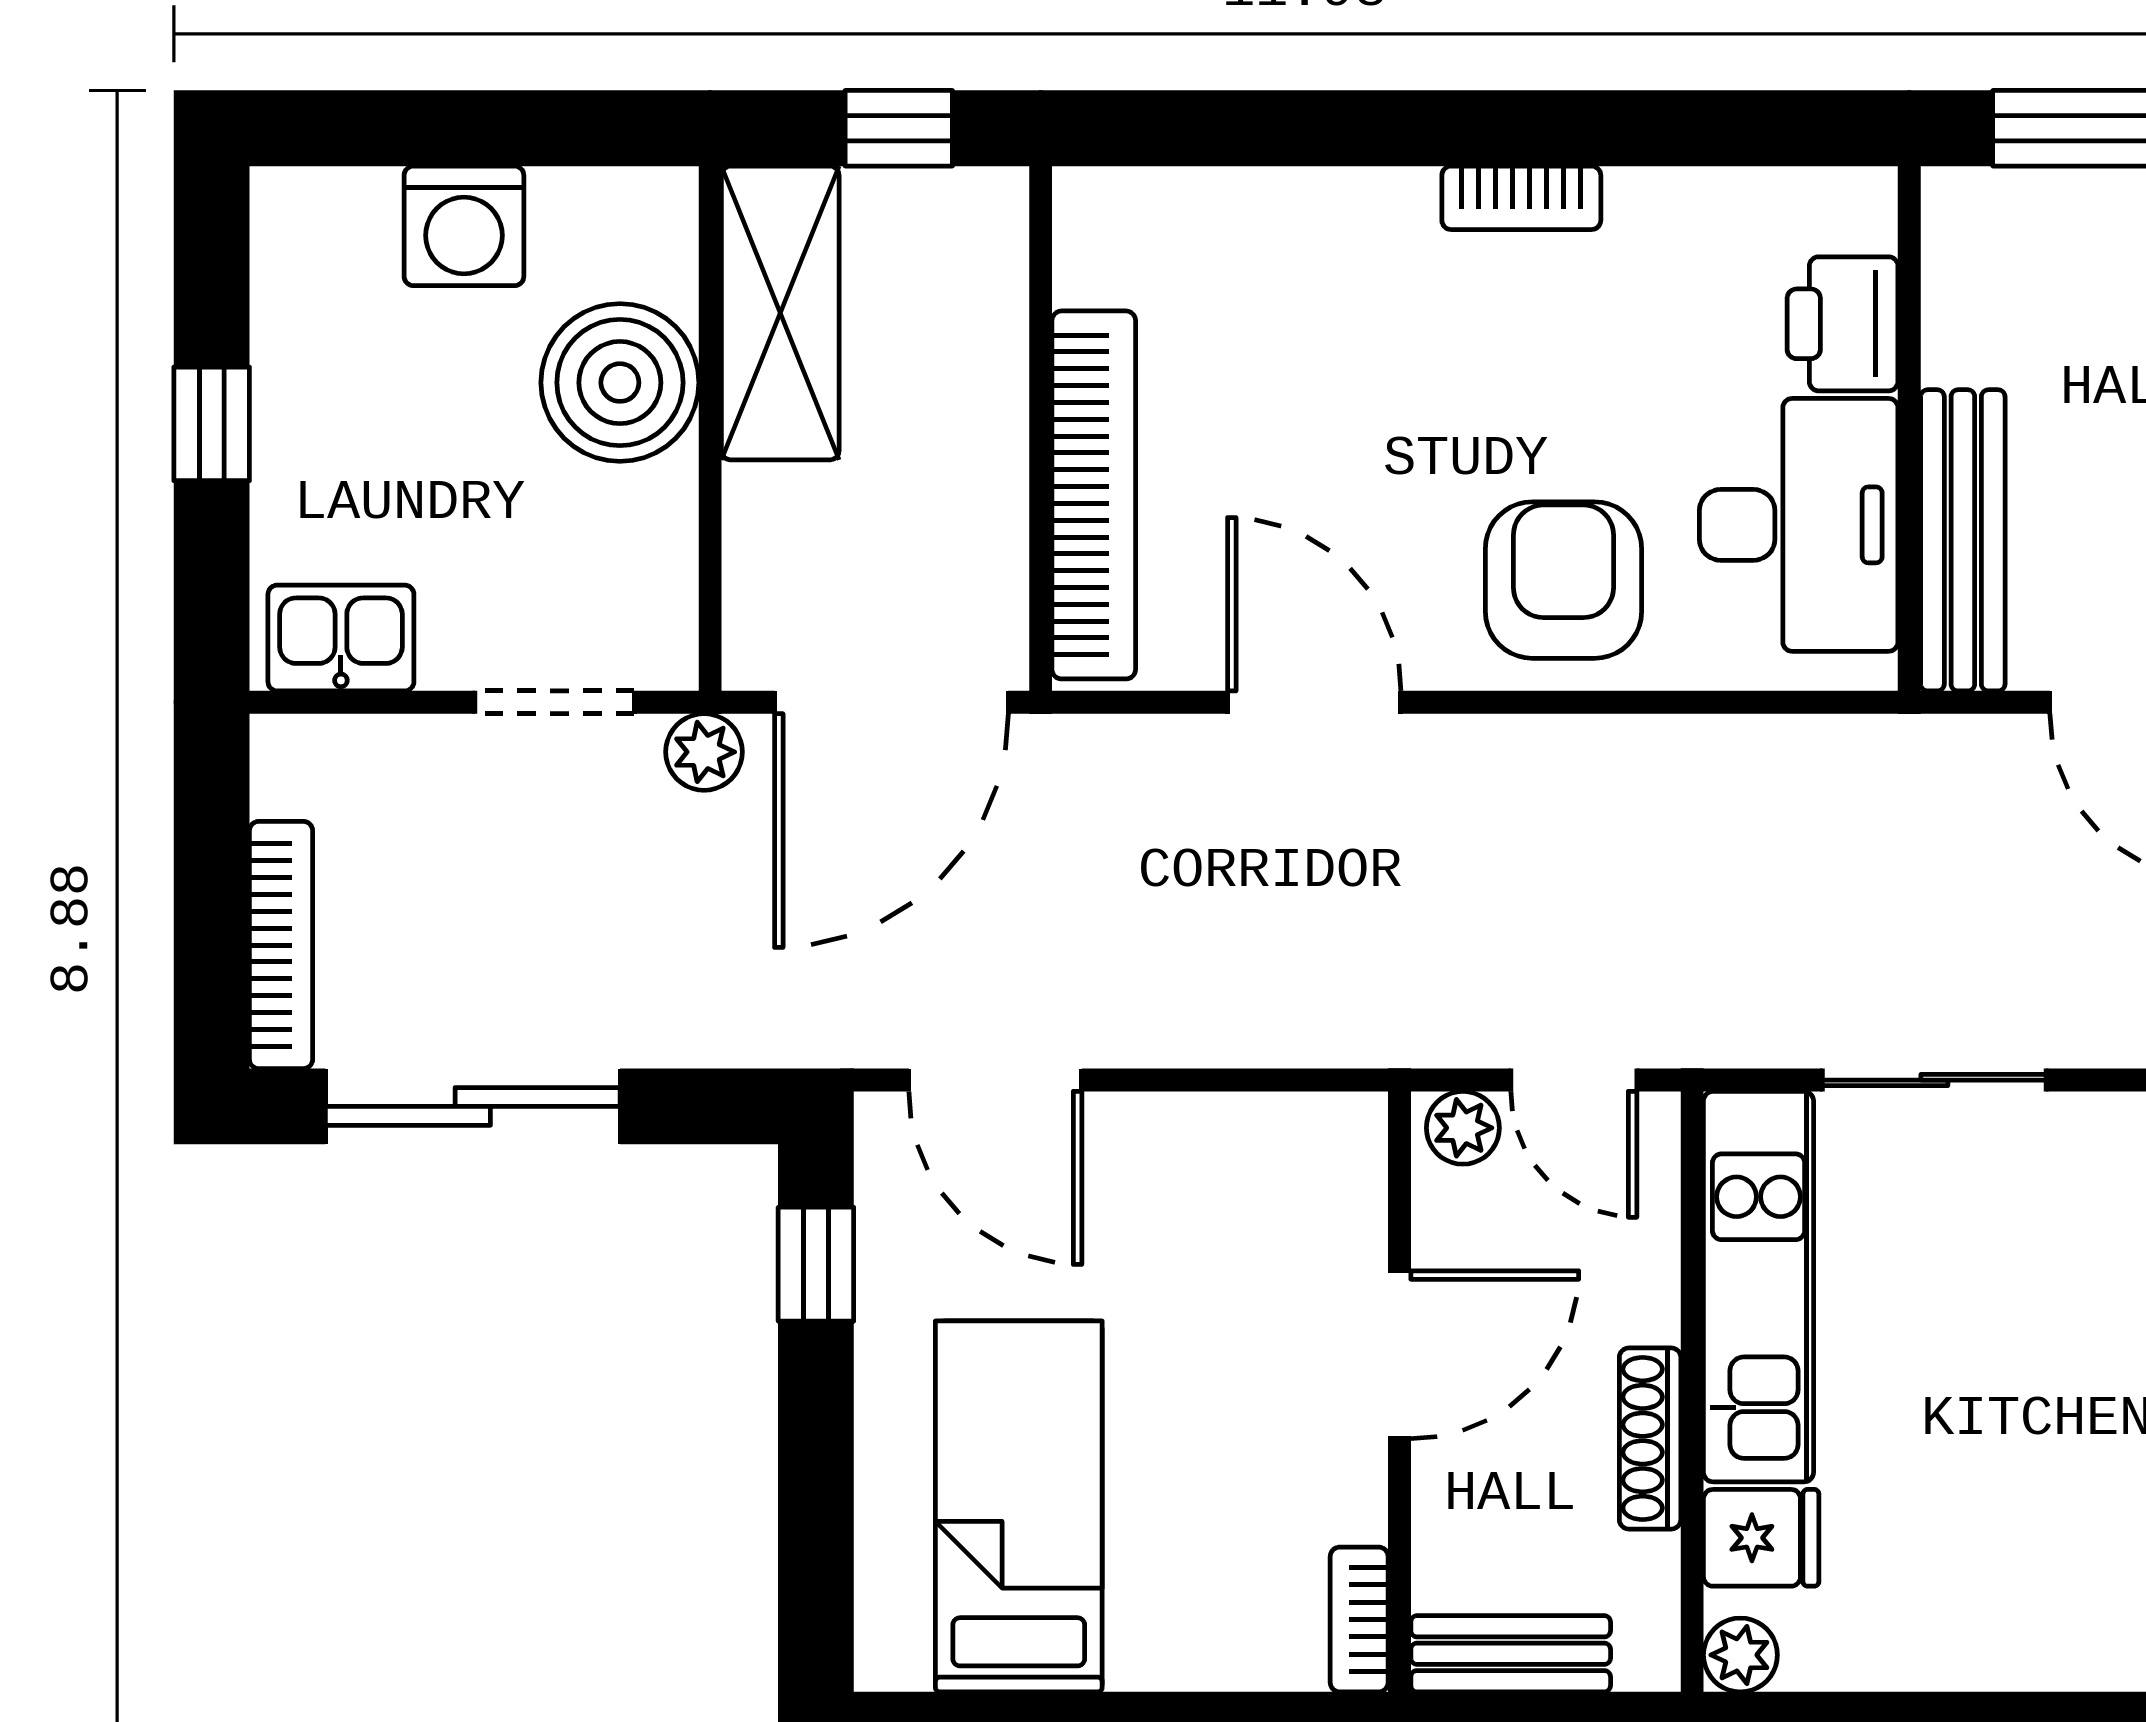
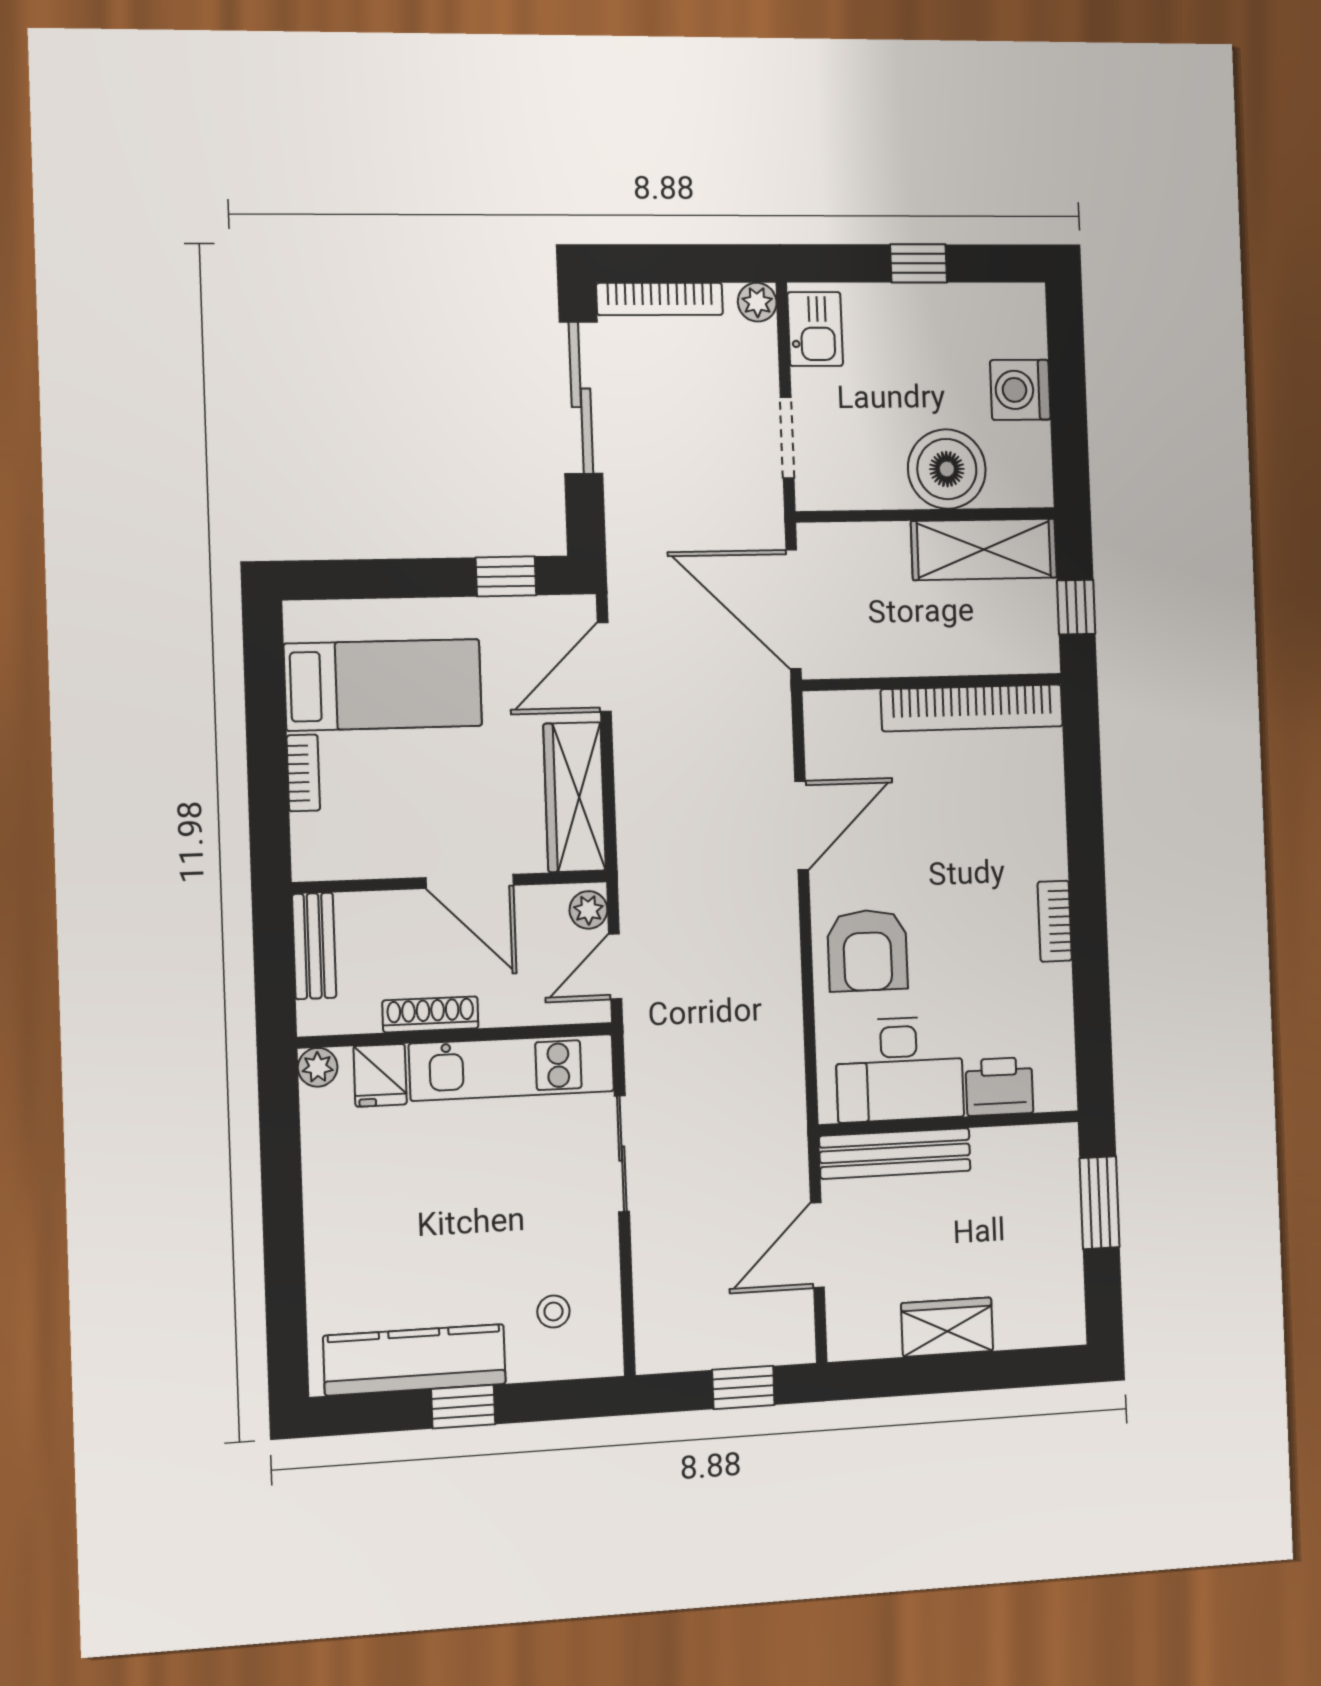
bookcase: (1094, 495) -> (972, 708), moved
armchair: (1563, 580) -> (867, 950), turned 90
plant: (704, 752) -> (757, 302), moved
wardrobe: (1245, 1147) -> (575, 797), added
bookcase: (1359, 1619) -> (303, 773), moved, turned 90

